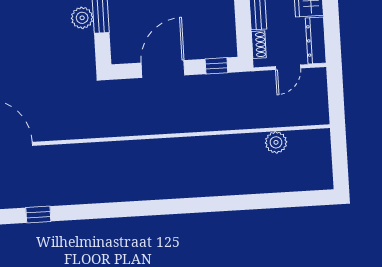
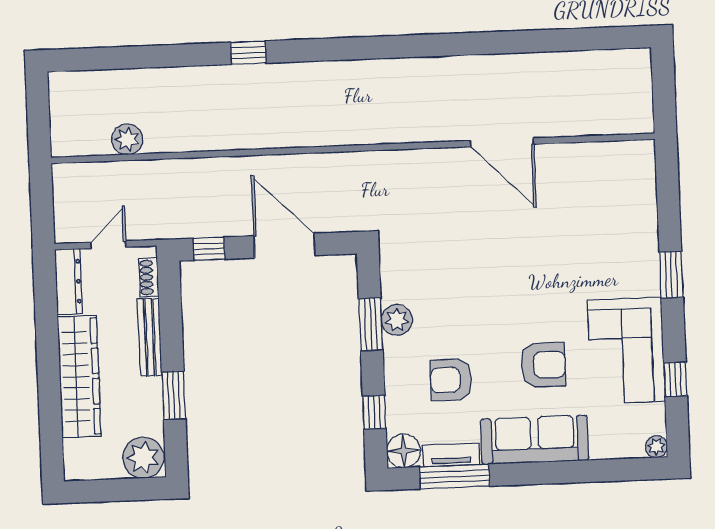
door: (163, 69) -> (284, 246), swing flipped
window: (38, 215) -> (248, 53), moved

